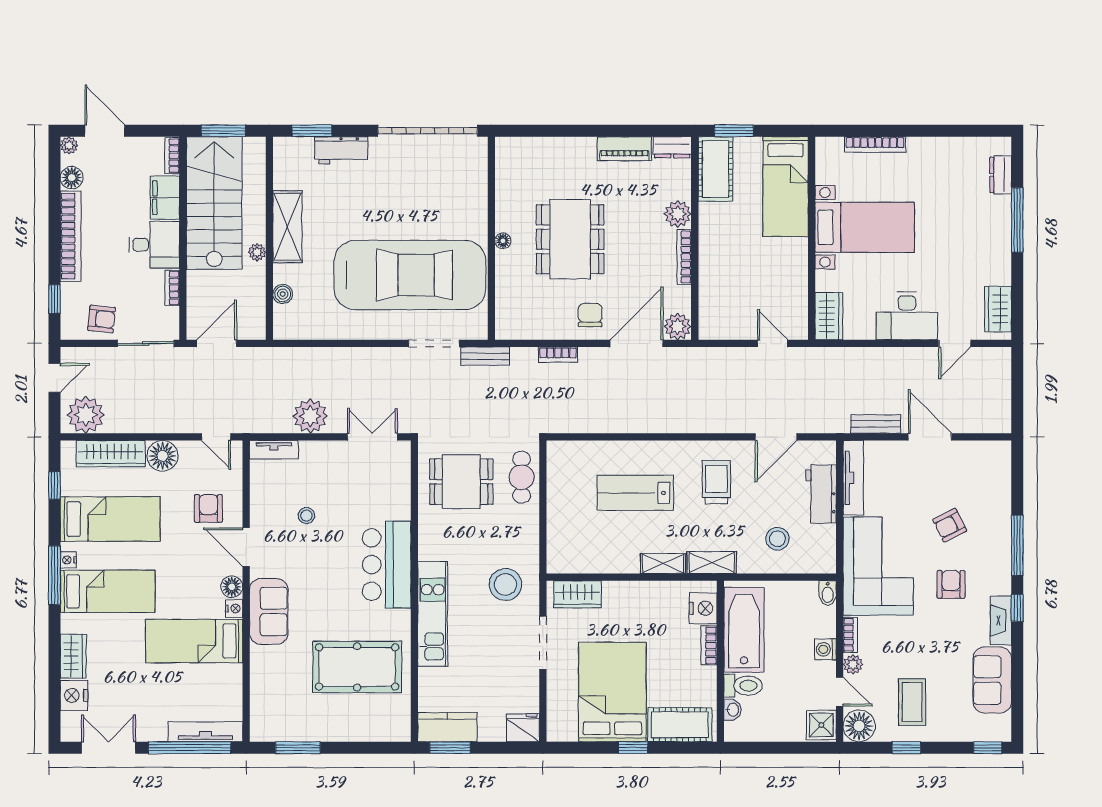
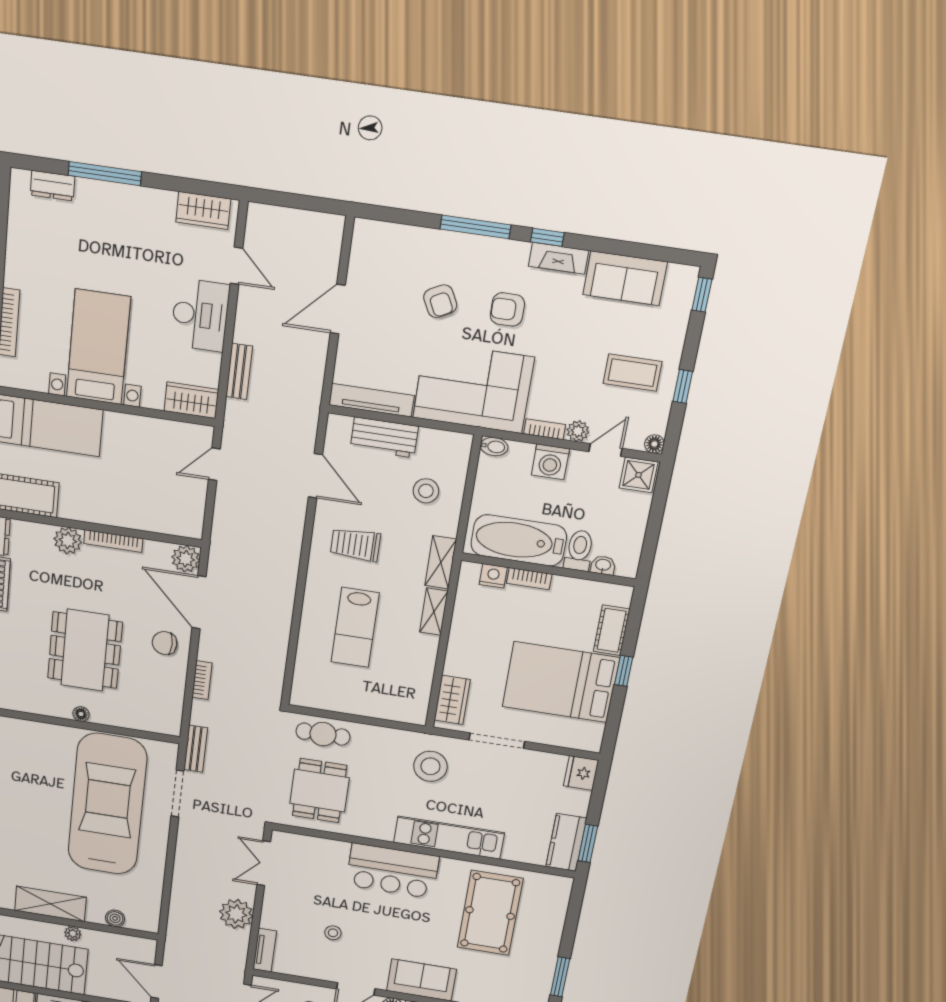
dining table: (570, 239) -> (85, 650), turned 90
bench: (876, 424) -> (239, 371), moved
nightstand: (703, 608) -> (493, 576), width x0.74, depth x0.75
washing machine: (825, 649) -> (550, 462), width x1.38, depth x1.38
cot: (680, 725) -> (612, 630), width x0.73, depth x0.75
floor lamp: (859, 726) -> (654, 444), width x0.53, depth x0.53

